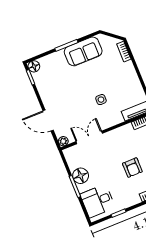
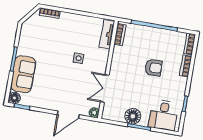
sofa: (83, 51) -> (23, 74), moved

